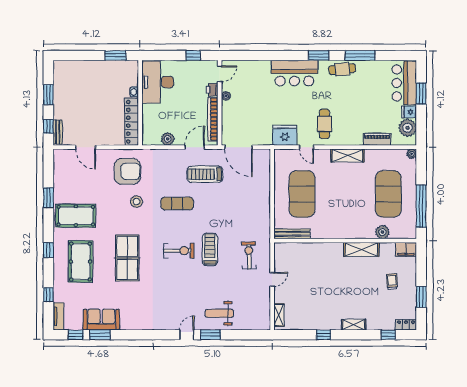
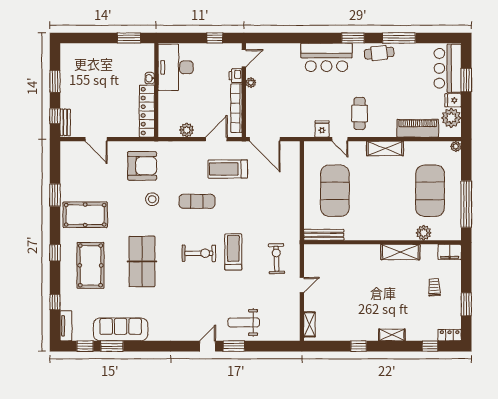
fridge: (285, 135) -> (322, 129), width x0.53, depth x0.75
piano: (377, 139) -> (418, 128), width x1.37, depth x1.33
sofa: (101, 320) -> (121, 329), width x1.36

